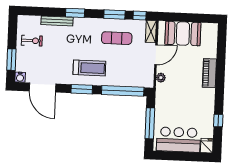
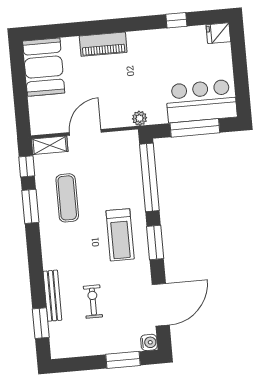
window: (75, 13) -> (41, 323), moved
booth: (183, 33) -> (44, 67), moved
exercise bike: (32, 41) -> (93, 302), moved
door: (156, 55) -> (85, 132), hinge flipped
treadmill: (89, 68) -> (120, 235), turned 180
plant: (161, 78) -> (140, 118), moved
bar counter: (178, 140) -> (201, 101), moved, turned 90

